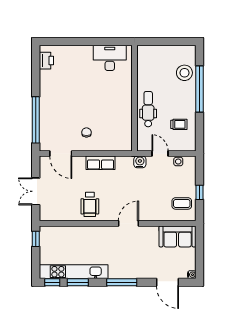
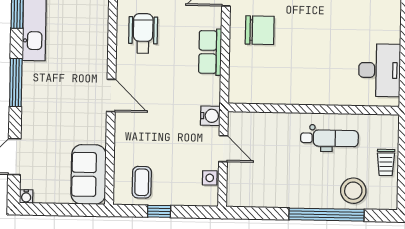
dental chair: (148, 109) -> (329, 138), moved
trolley: (179, 124) -> (386, 162), moved
chair: (86, 132) -> (260, 30), width x1.87, depth x1.87
door: (160, 154) -> (223, 149), hinge flipped
wheelchair: (90, 204) -> (143, 33), turned 90

